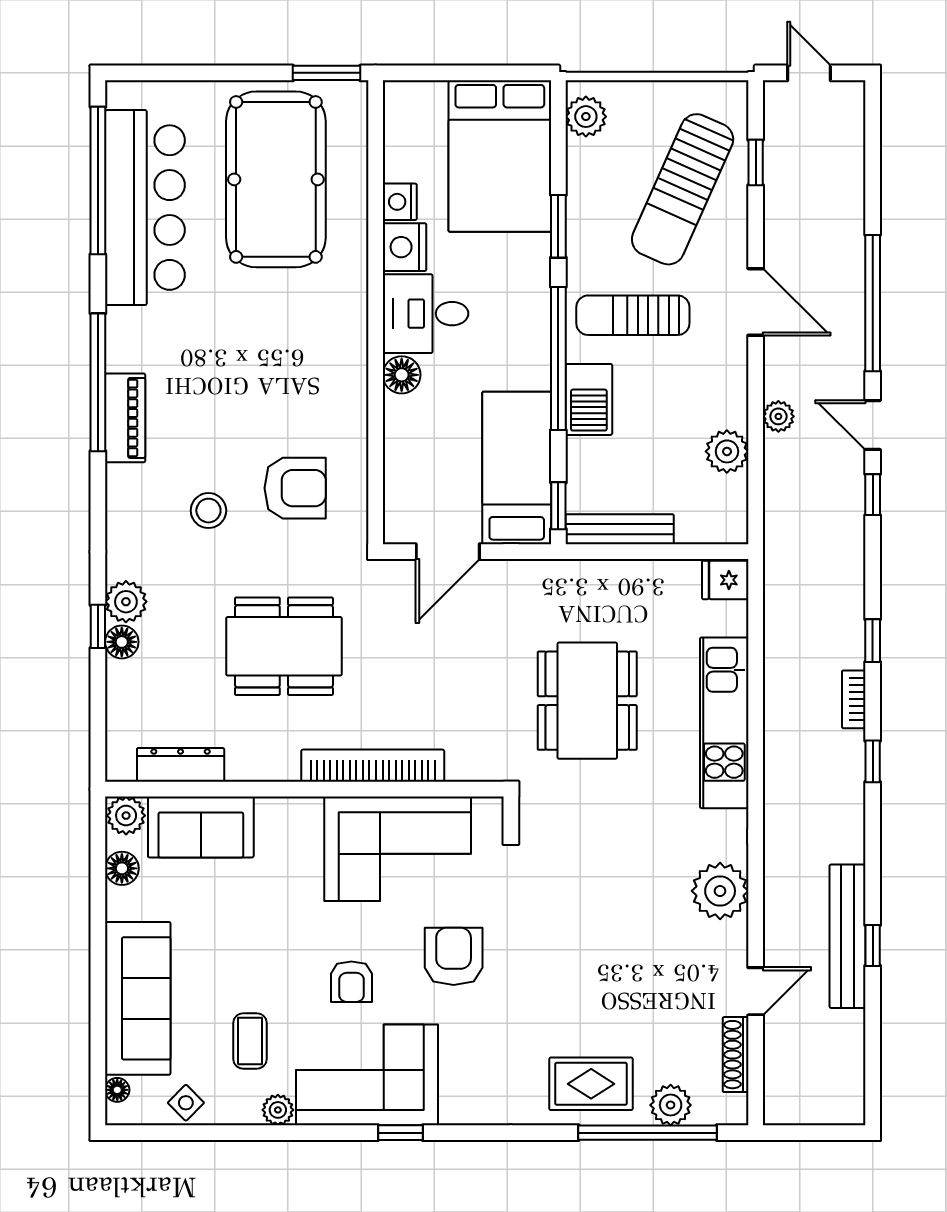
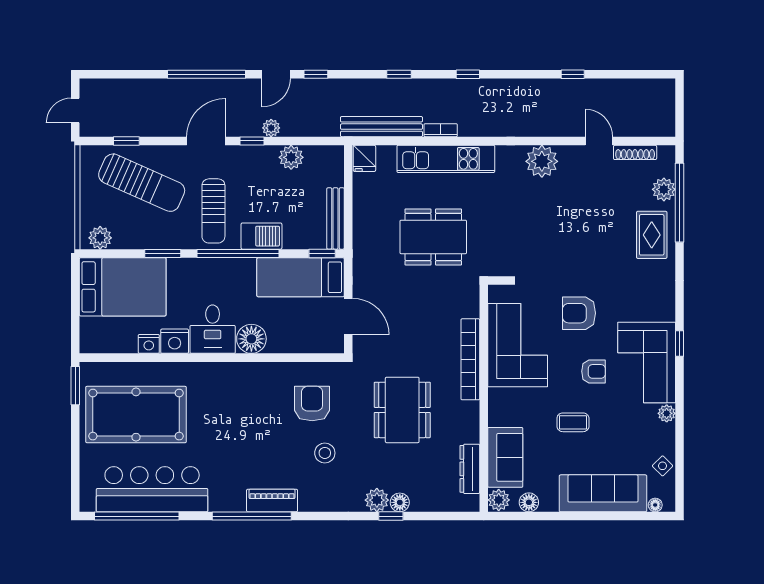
floor lamp: (402, 375) -> (251, 339), width x1.38, depth x1.38
window: (756, 383) -> (252, 141), added
bookcase: (854, 699) -> (441, 130), moved, turned 180
bench: (847, 936) -> (381, 127), moved
coffee table: (250, 1041) -> (573, 422), moved

